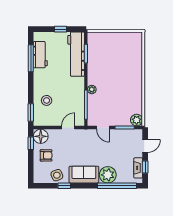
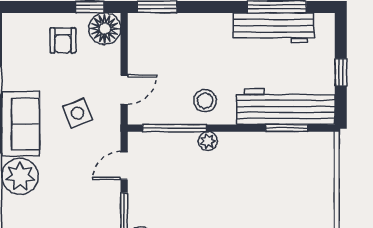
workbench: (40, 55) -> (274, 28), width x1.38
stool: (47, 100) -> (205, 101), moved
door: (68, 128) -> (124, 90), hinge flipped
side table: (57, 175) -> (78, 113), moved

